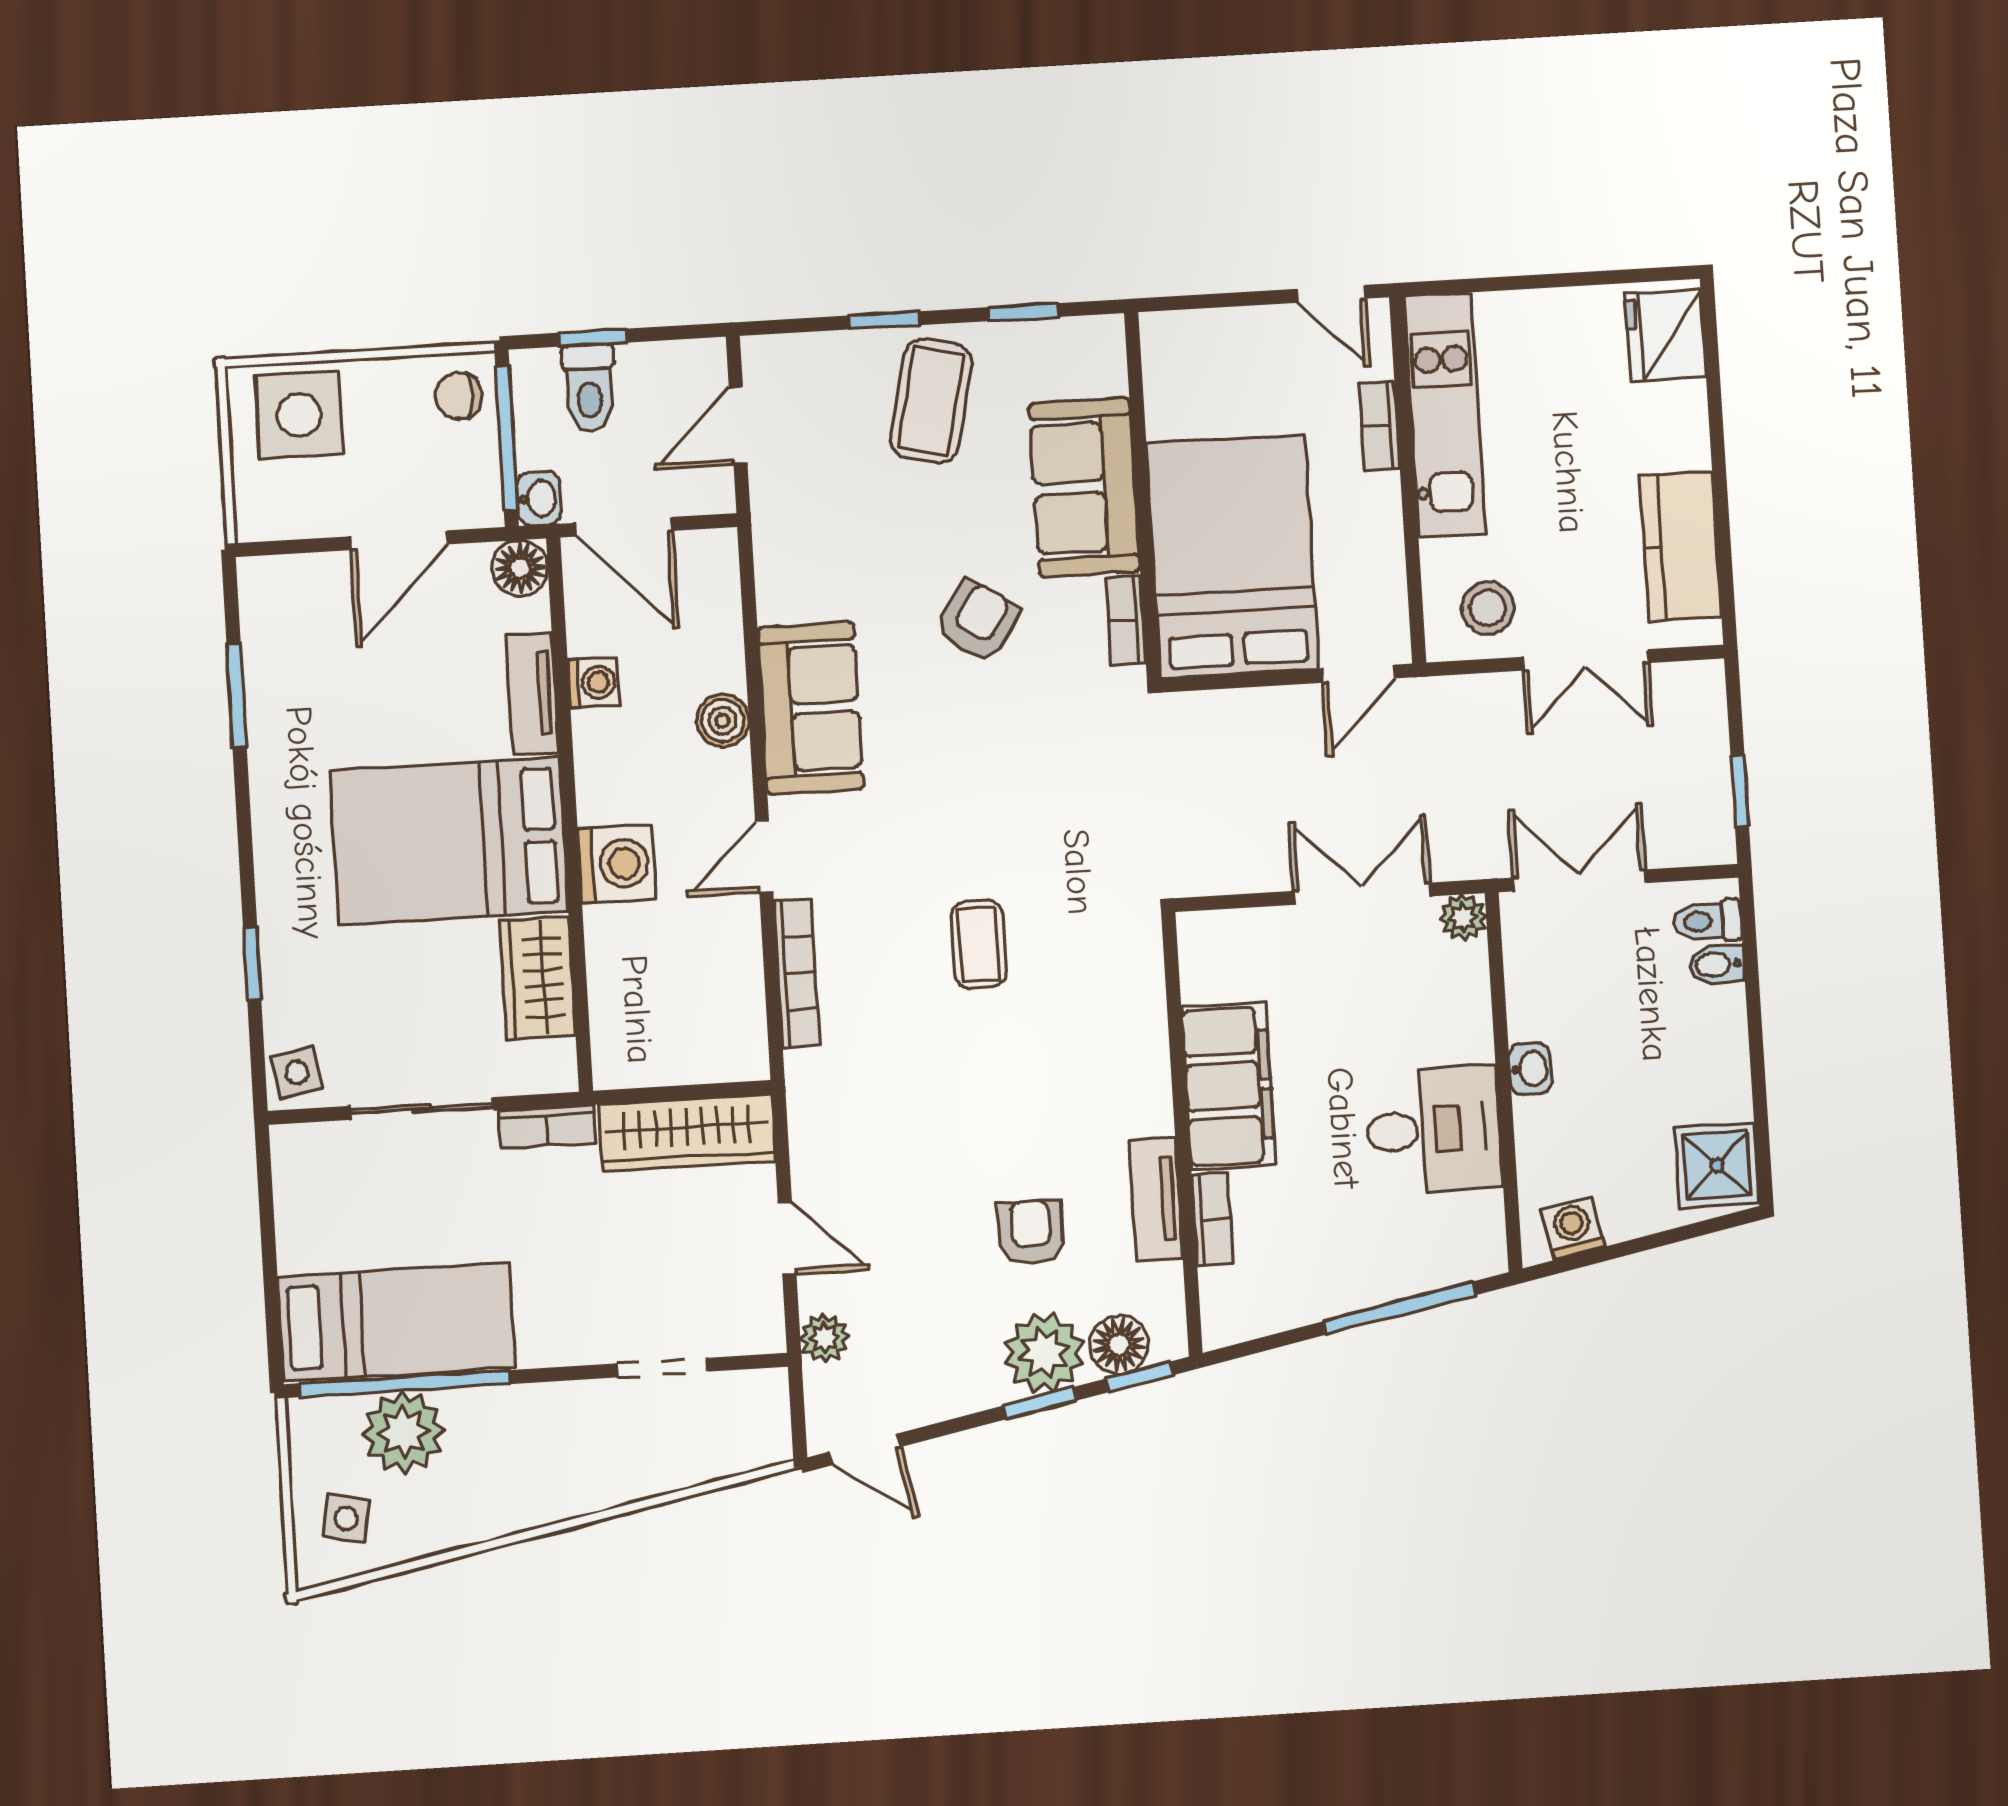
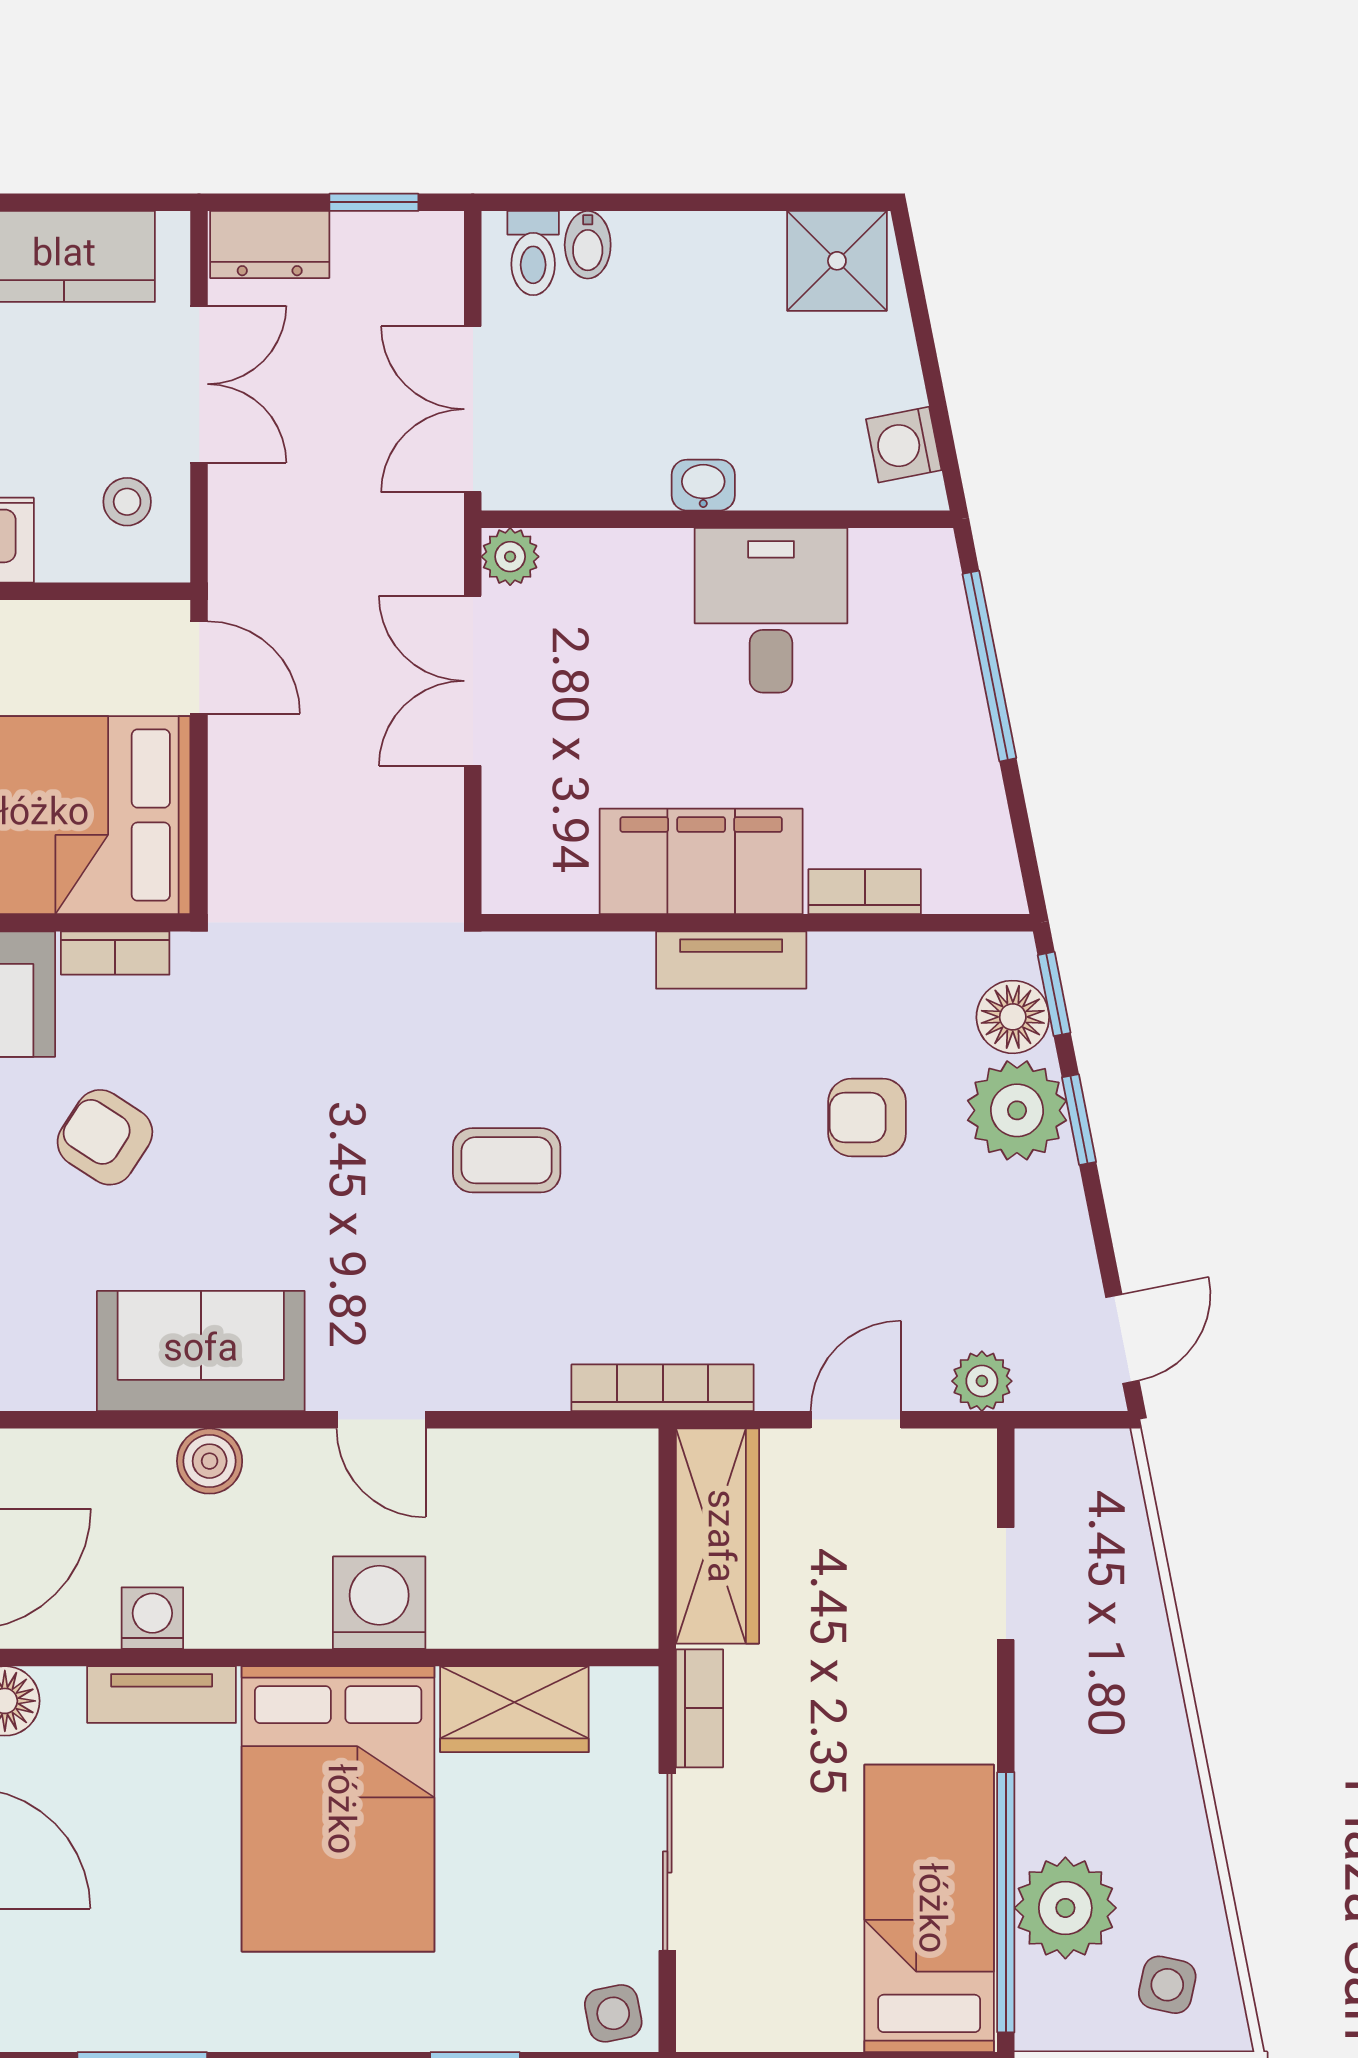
stool: (1488, 608) -> (127, 502), width x0.73, depth x0.73
dresser: (1701, 710) -> (270, 245), added
bookcase: (797, 973) -> (663, 1388), moved
tv unit: (1156, 1199) -> (731, 960), moved

